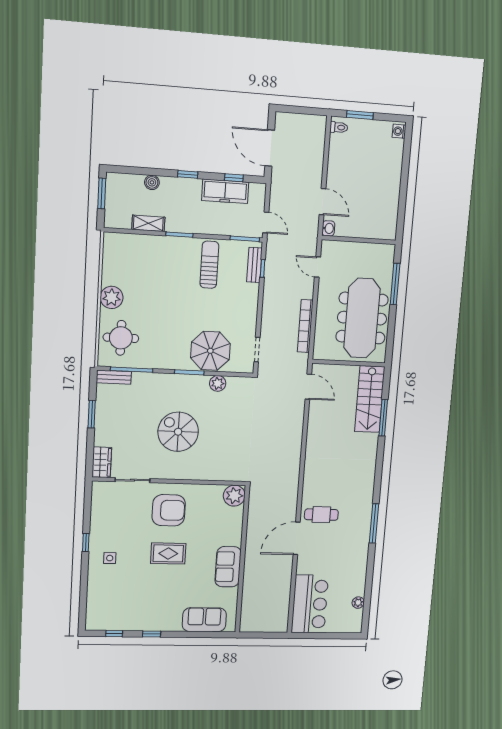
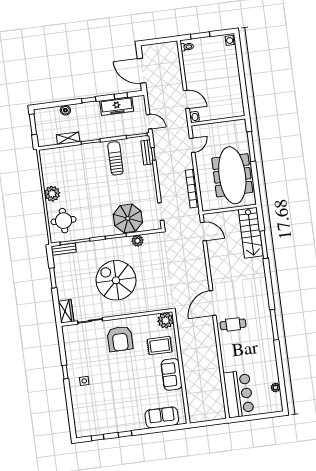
door: (318, 267) -> (192, 145), swing flipped
spiral stairs: (178, 432) -> (116, 280), width x1.37, depth x1.37
armchair: (169, 510) -> (120, 339), turned 90
door: (297, 538) -> (213, 303), moved
rug: (168, 553) -> (160, 346), moved

